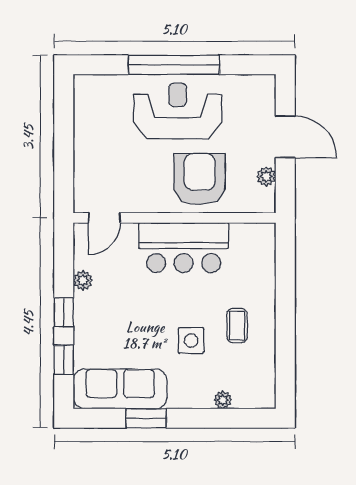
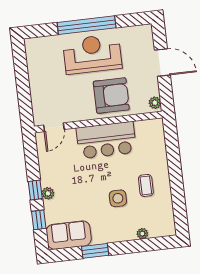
plant: (266, 176) -> (155, 103), moved
armchair: (200, 179) -> (111, 96), turned 90
plant: (83, 280) -> (48, 193), moved
sofa: (120, 389) -> (69, 235), width x0.73

